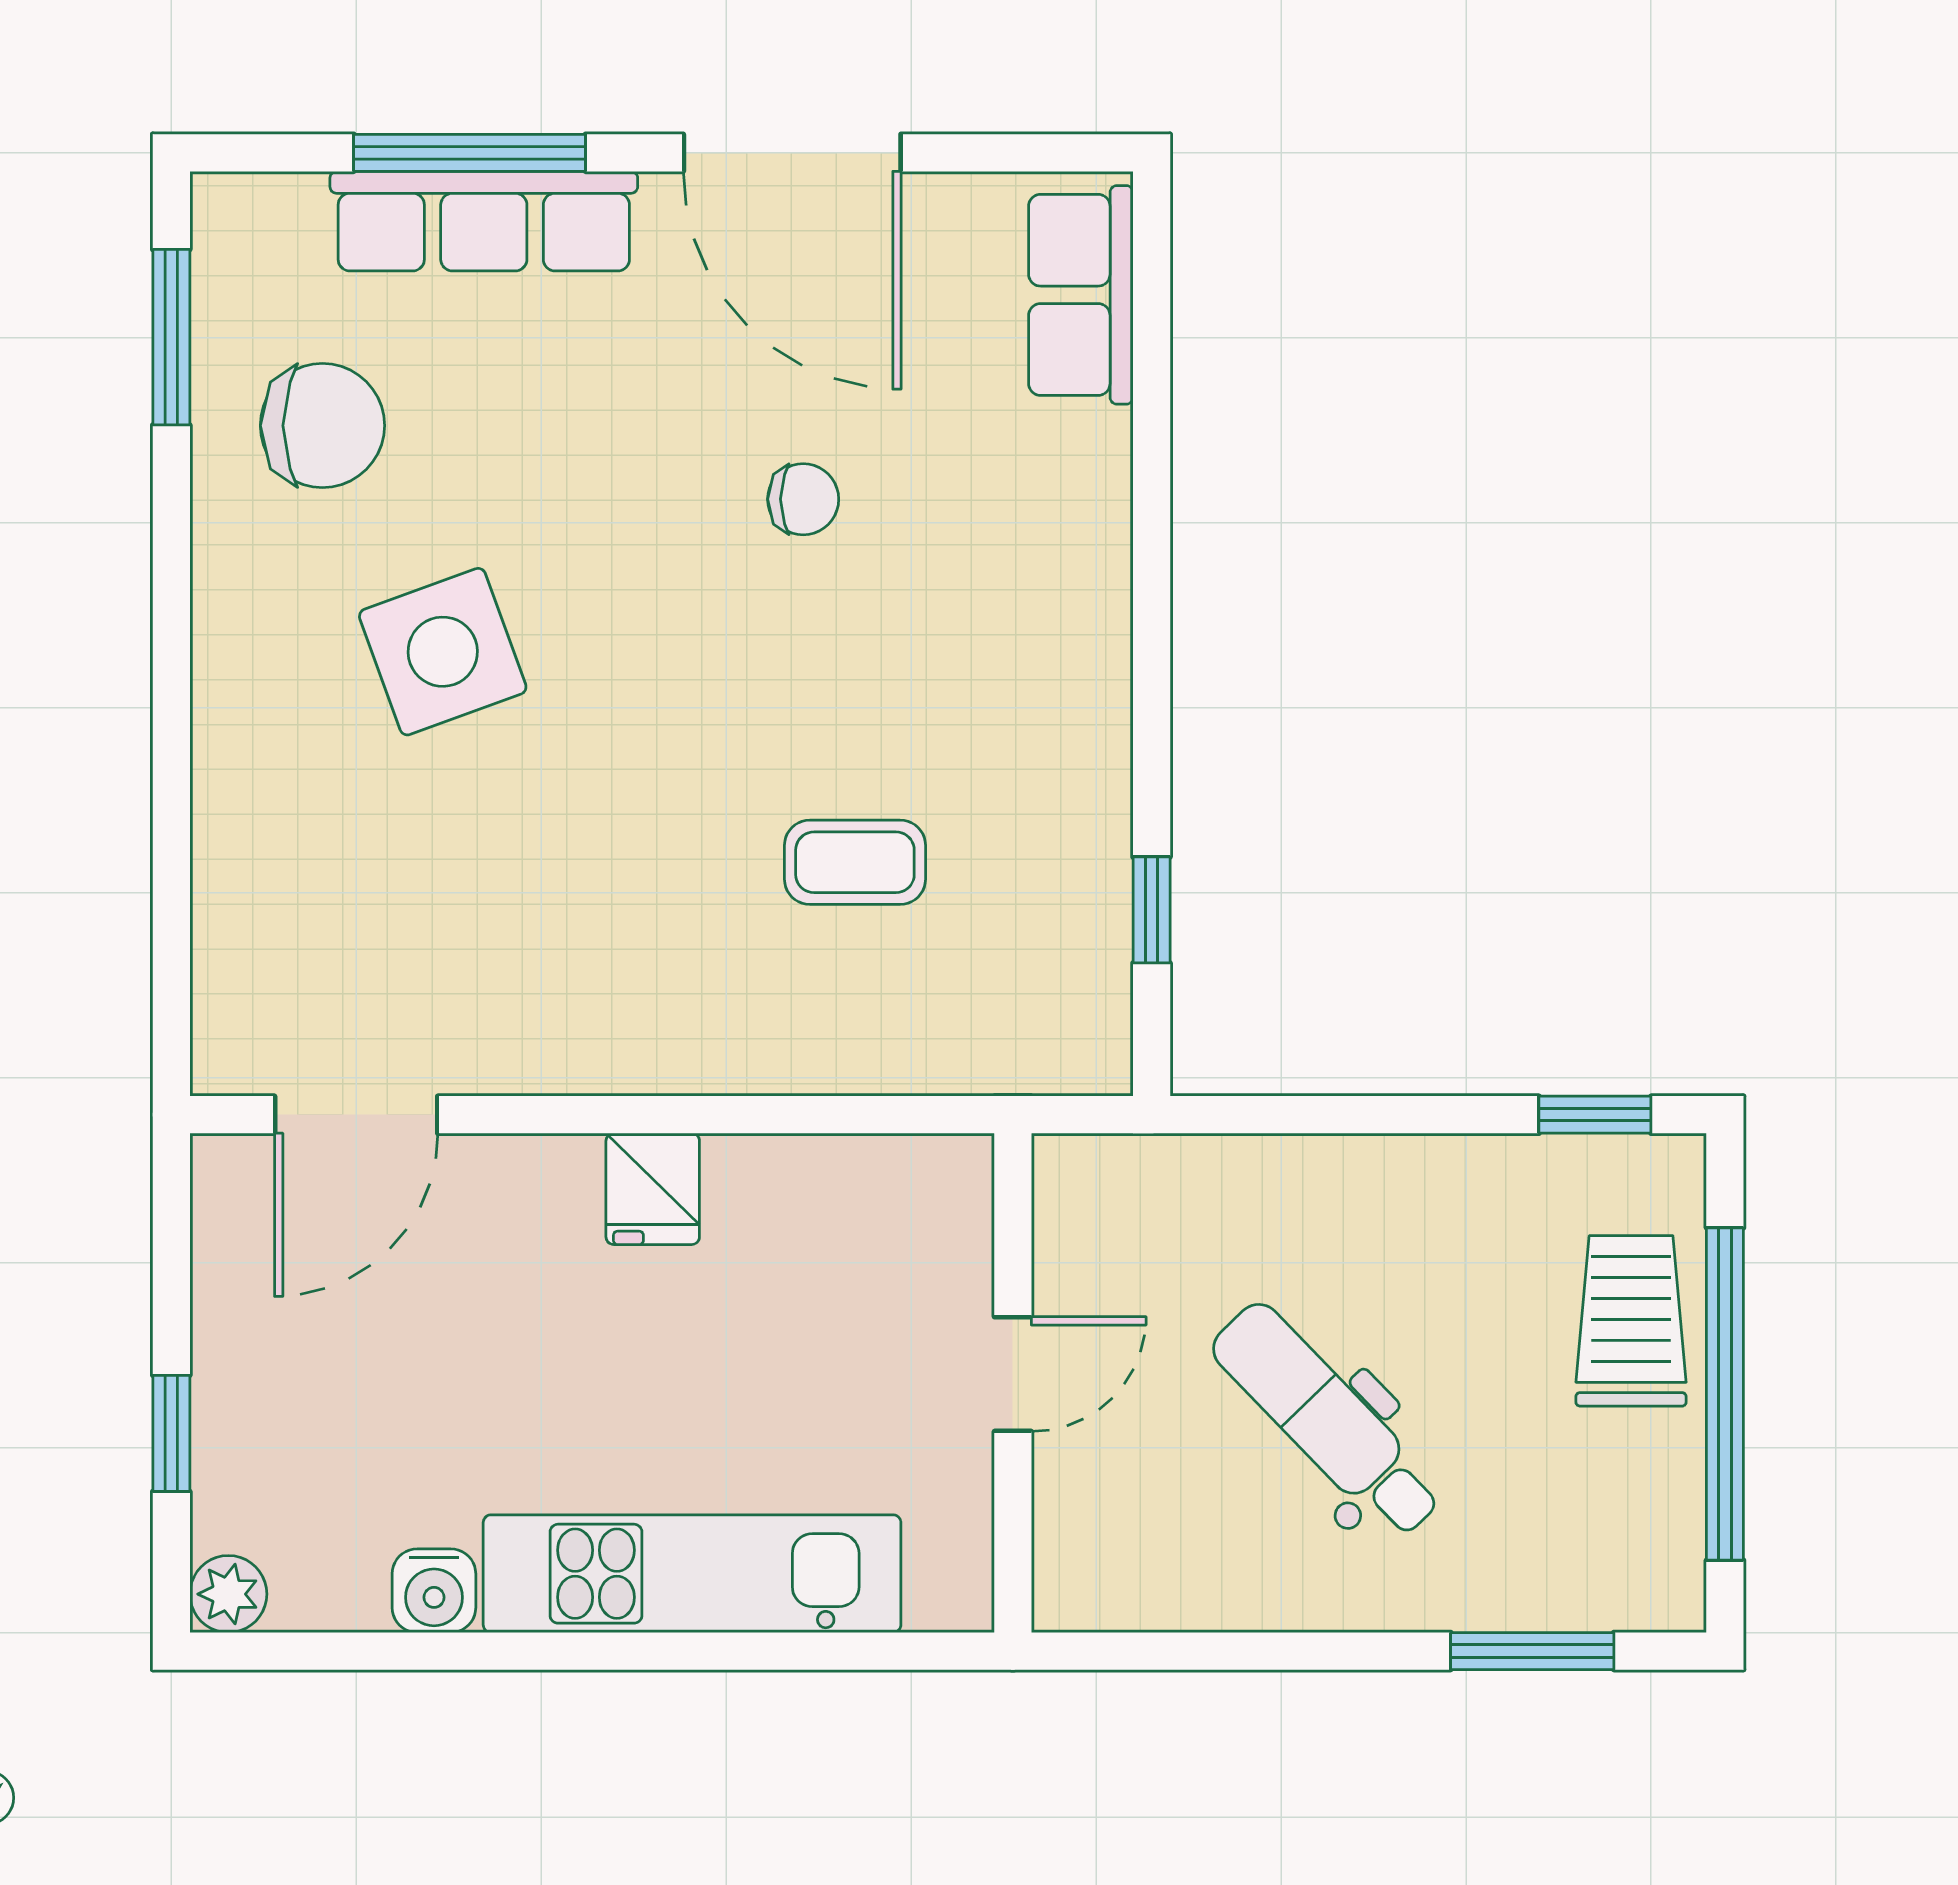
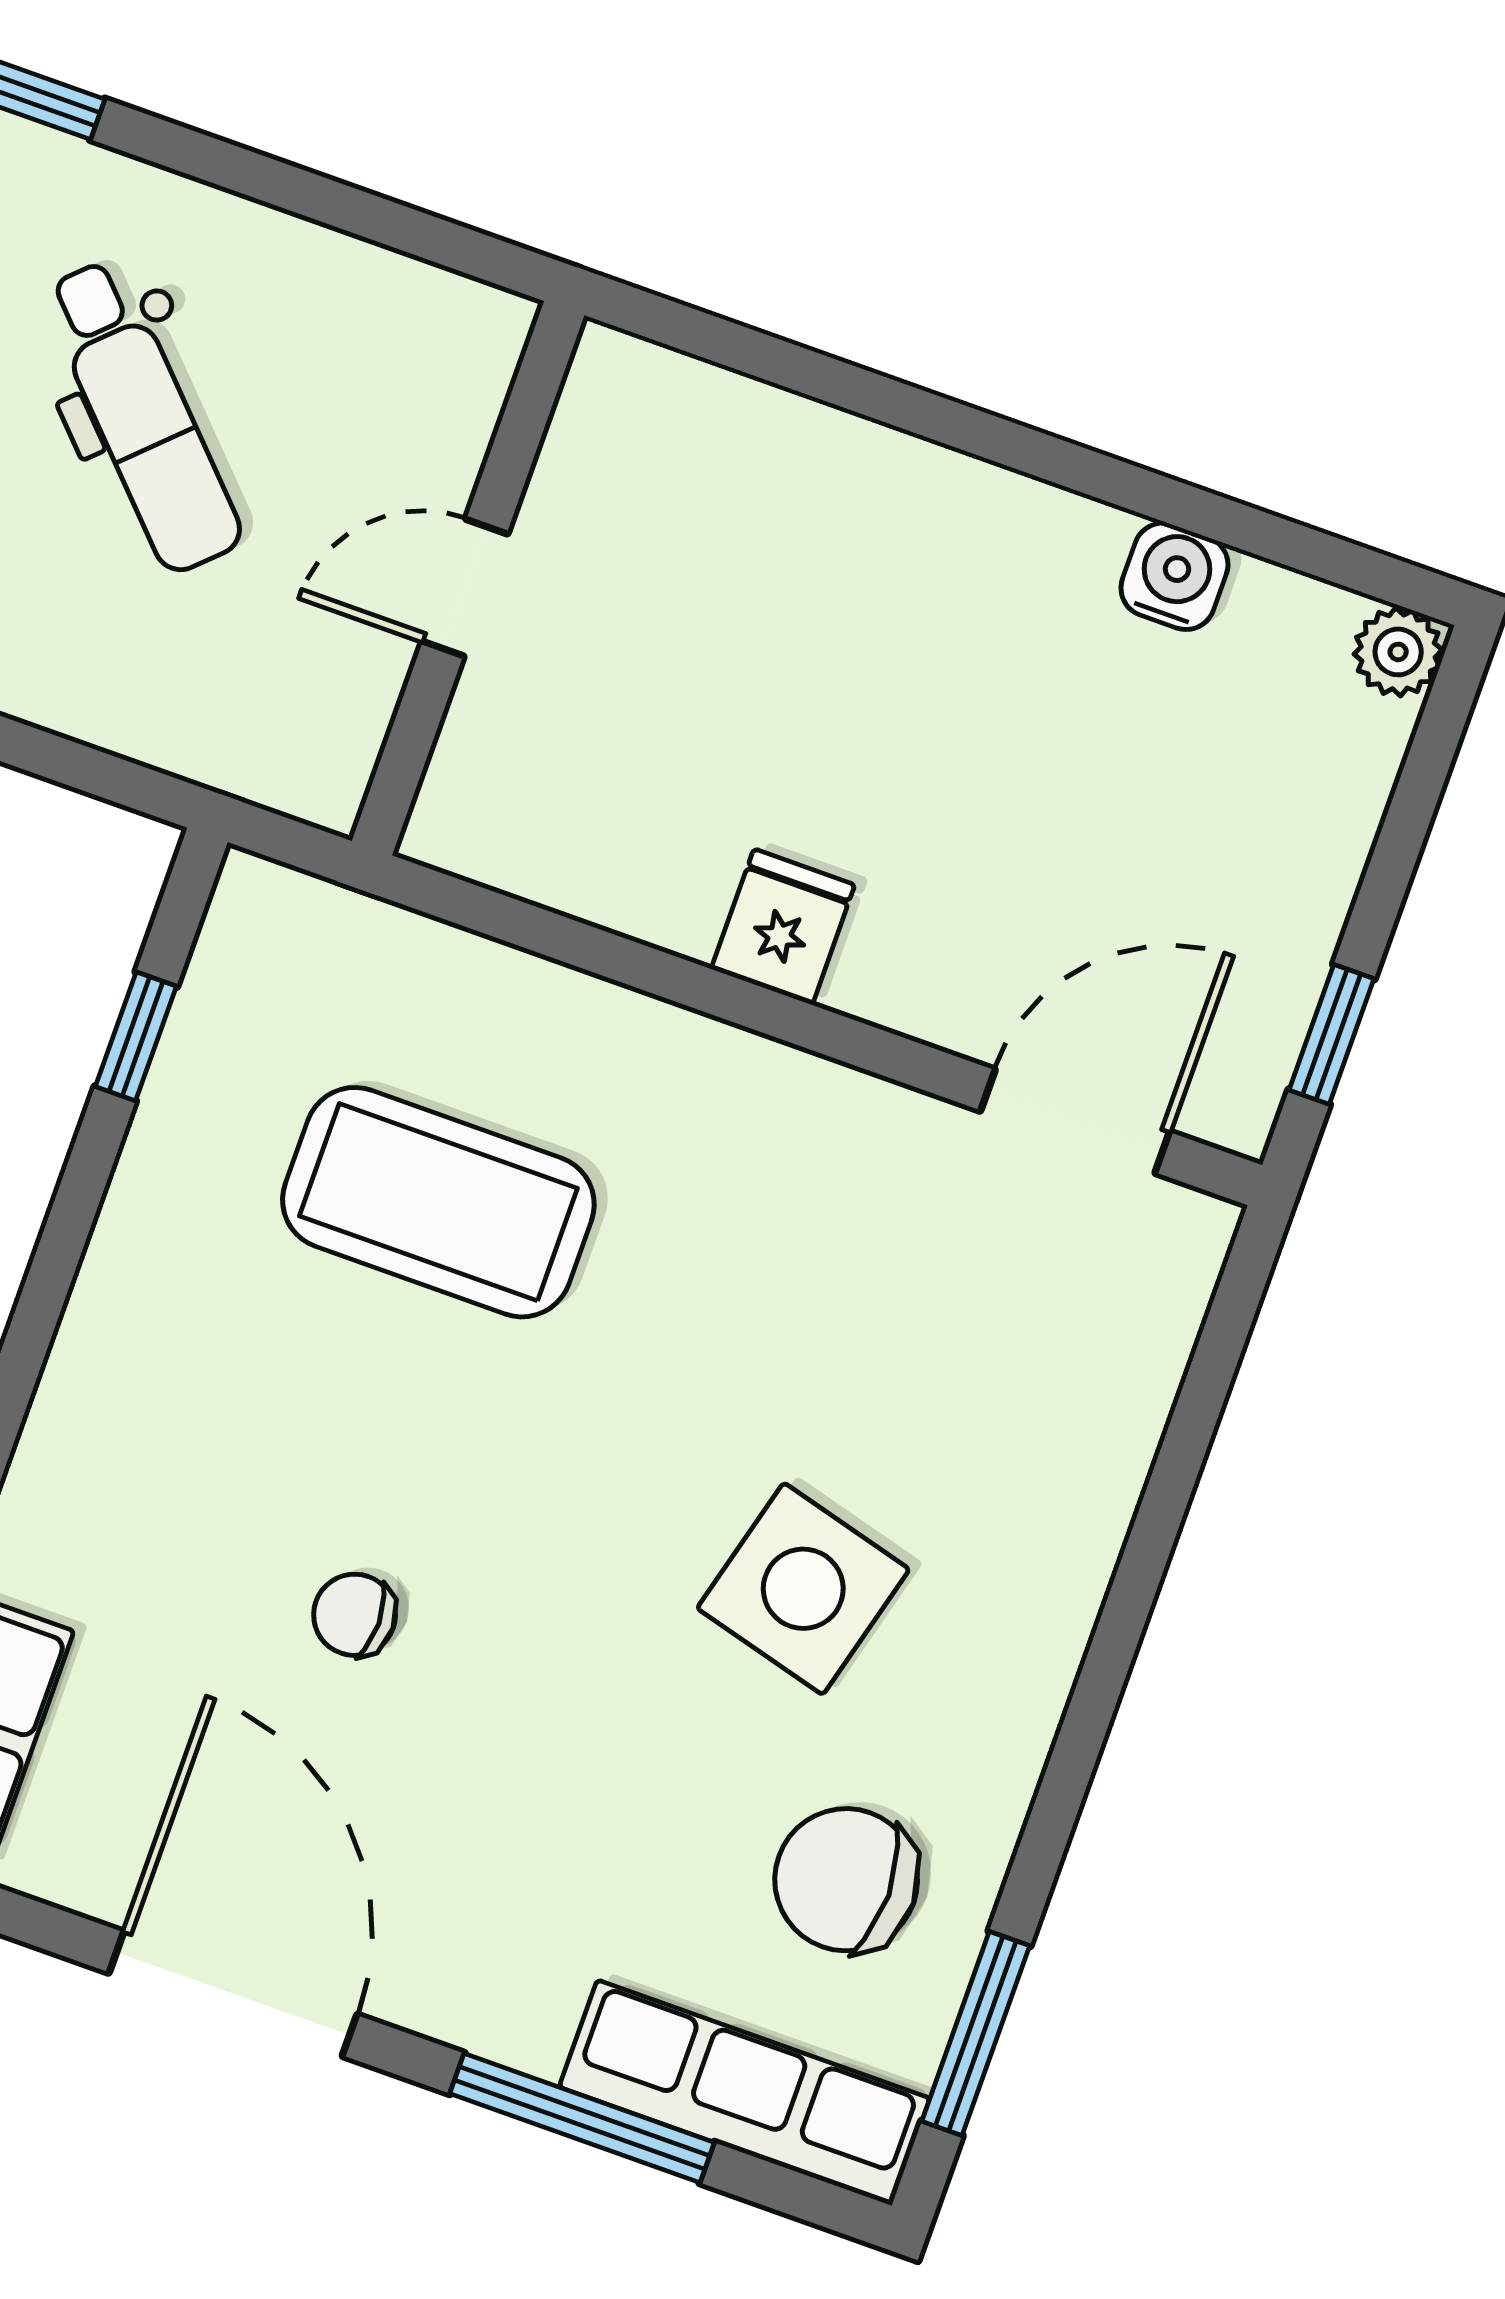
row of seats: (484, 221) -> (745, 2093), moved
side table: (443, 652) -> (803, 1589), turned 35
coffee table: (855, 862) -> (438, 1202), width x1.86, depth x1.72
window: (171, 1433) -> (1331, 1034), moved
kitchen unit: (692, 1574) -> (889, 495), removed

